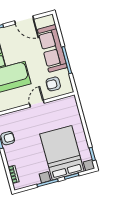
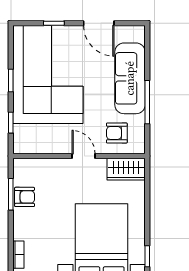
door: (37, 104) -> (84, 156), hinge flipped
wardrobe: (65, 104) -> (126, 169), added

